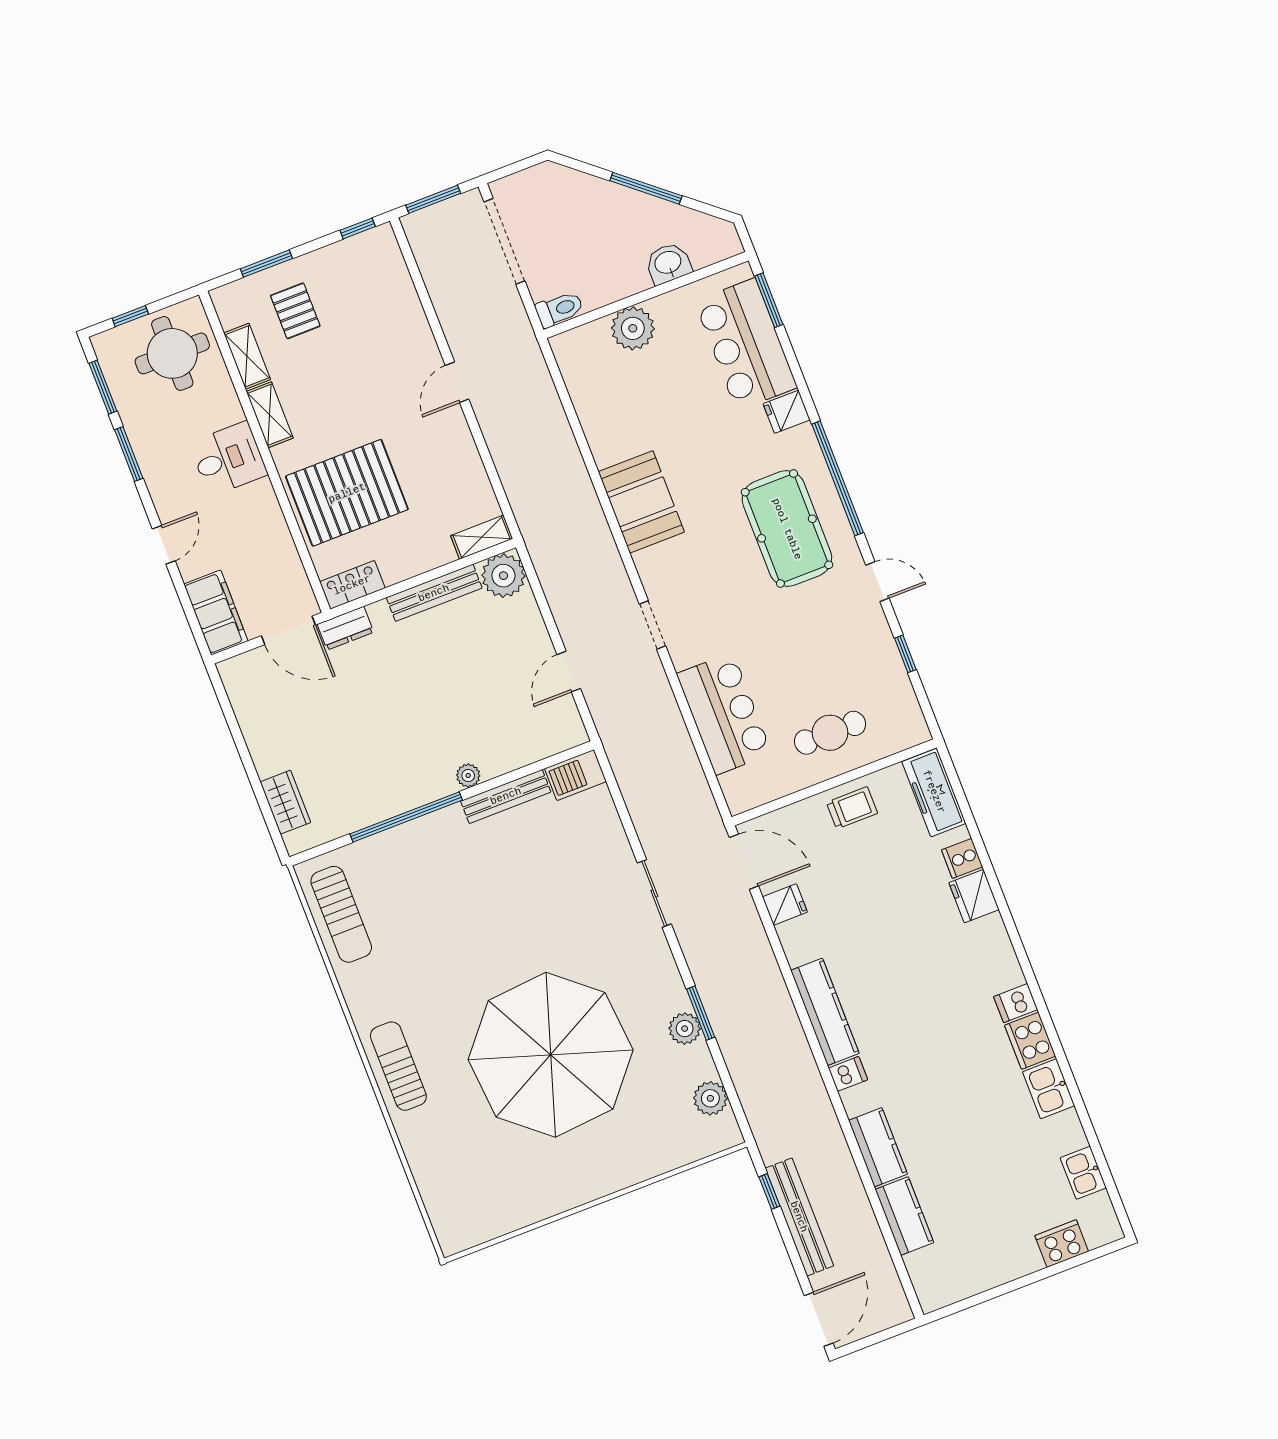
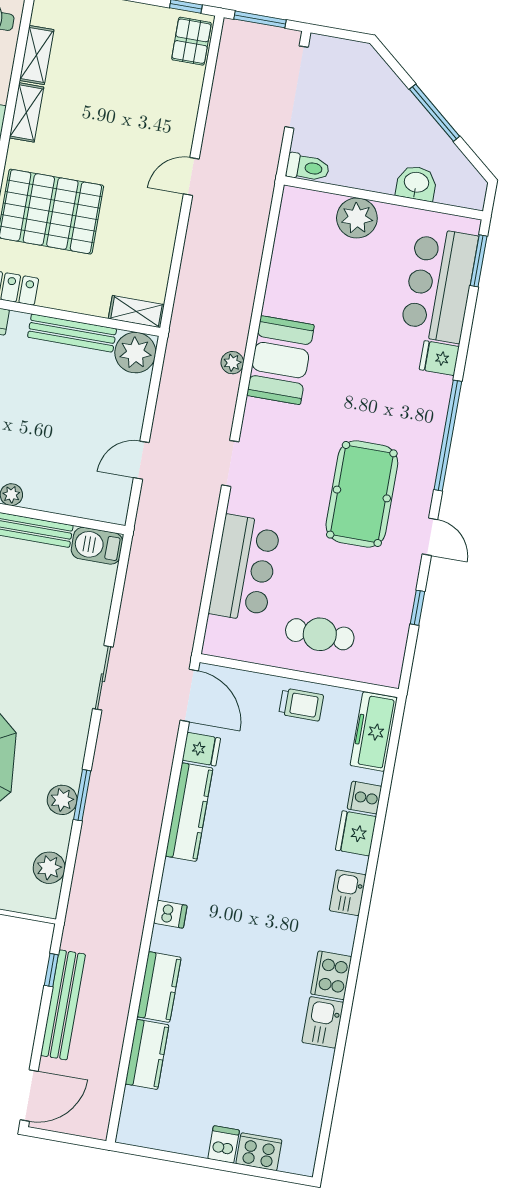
pallet: (295, 311) -> (191, 41), moved
pool table: (787, 529) -> (362, 494), moved
plant: (598, 531) -> (232, 363), added
dishwasher: (1016, 1003) -> (224, 1144), moved, turned 90
kitchen counter: (825, 1012) -> (189, 812), moved
kitchen sink: (1083, 1173) -> (348, 893), moved

